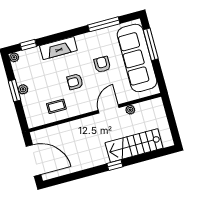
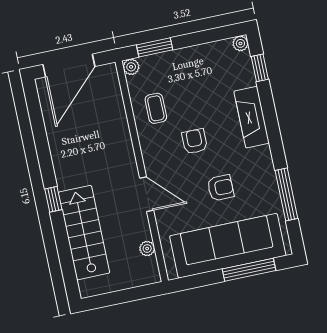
plant: (23, 89) -> (131, 67), moved
window: (15, 91) -> (155, 47), moved
plant: (130, 110) -> (147, 248), moved

